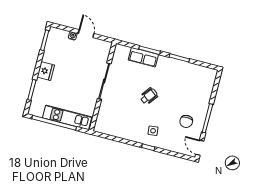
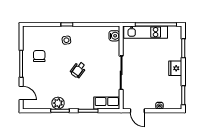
door: (86, 34) -> (137, 111), moved
row of seats: (143, 57) -> (107, 103), moved
plant: (179, 67) -> (58, 103), added
water cooler: (101, 122) -> (114, 36), added
door: (200, 148) -> (21, 93), moved

